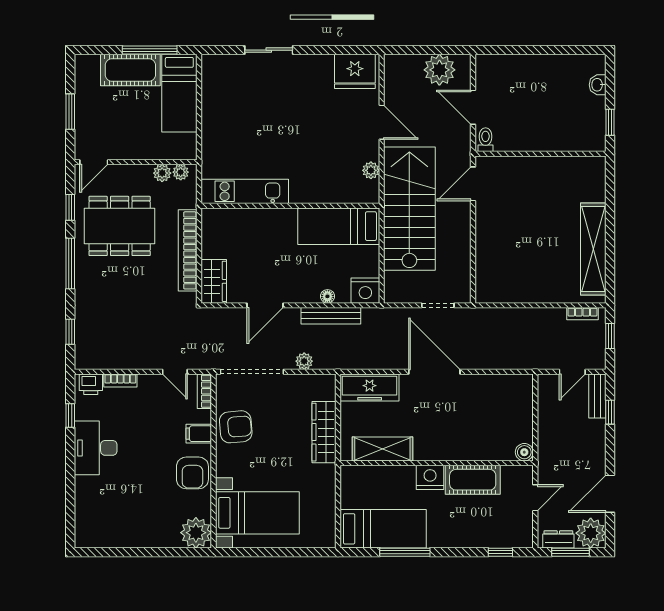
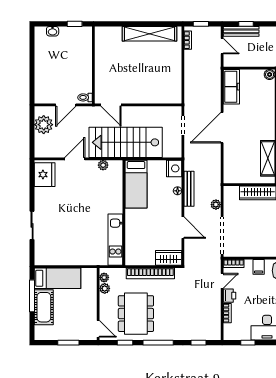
printer: (91, 384) -> (229, 296), moved
freezer: (370, 387) -> (231, 87), moved
bench: (597, 396) -> (241, 31), width x1.36
armchair: (236, 427) -> (255, 245), removed

